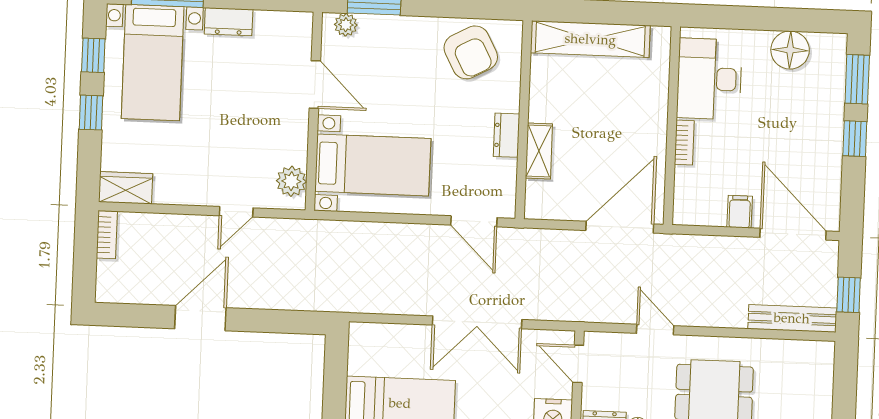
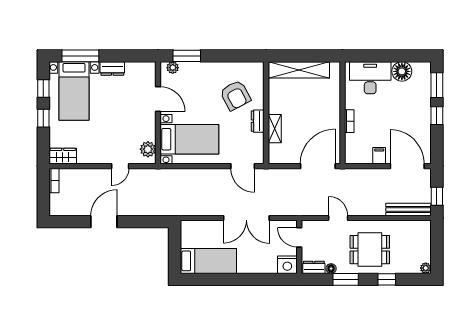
armchair: (471, 52) -> (235, 95), moved
desk: (709, 79) -> (370, 78), moved, turned 90

